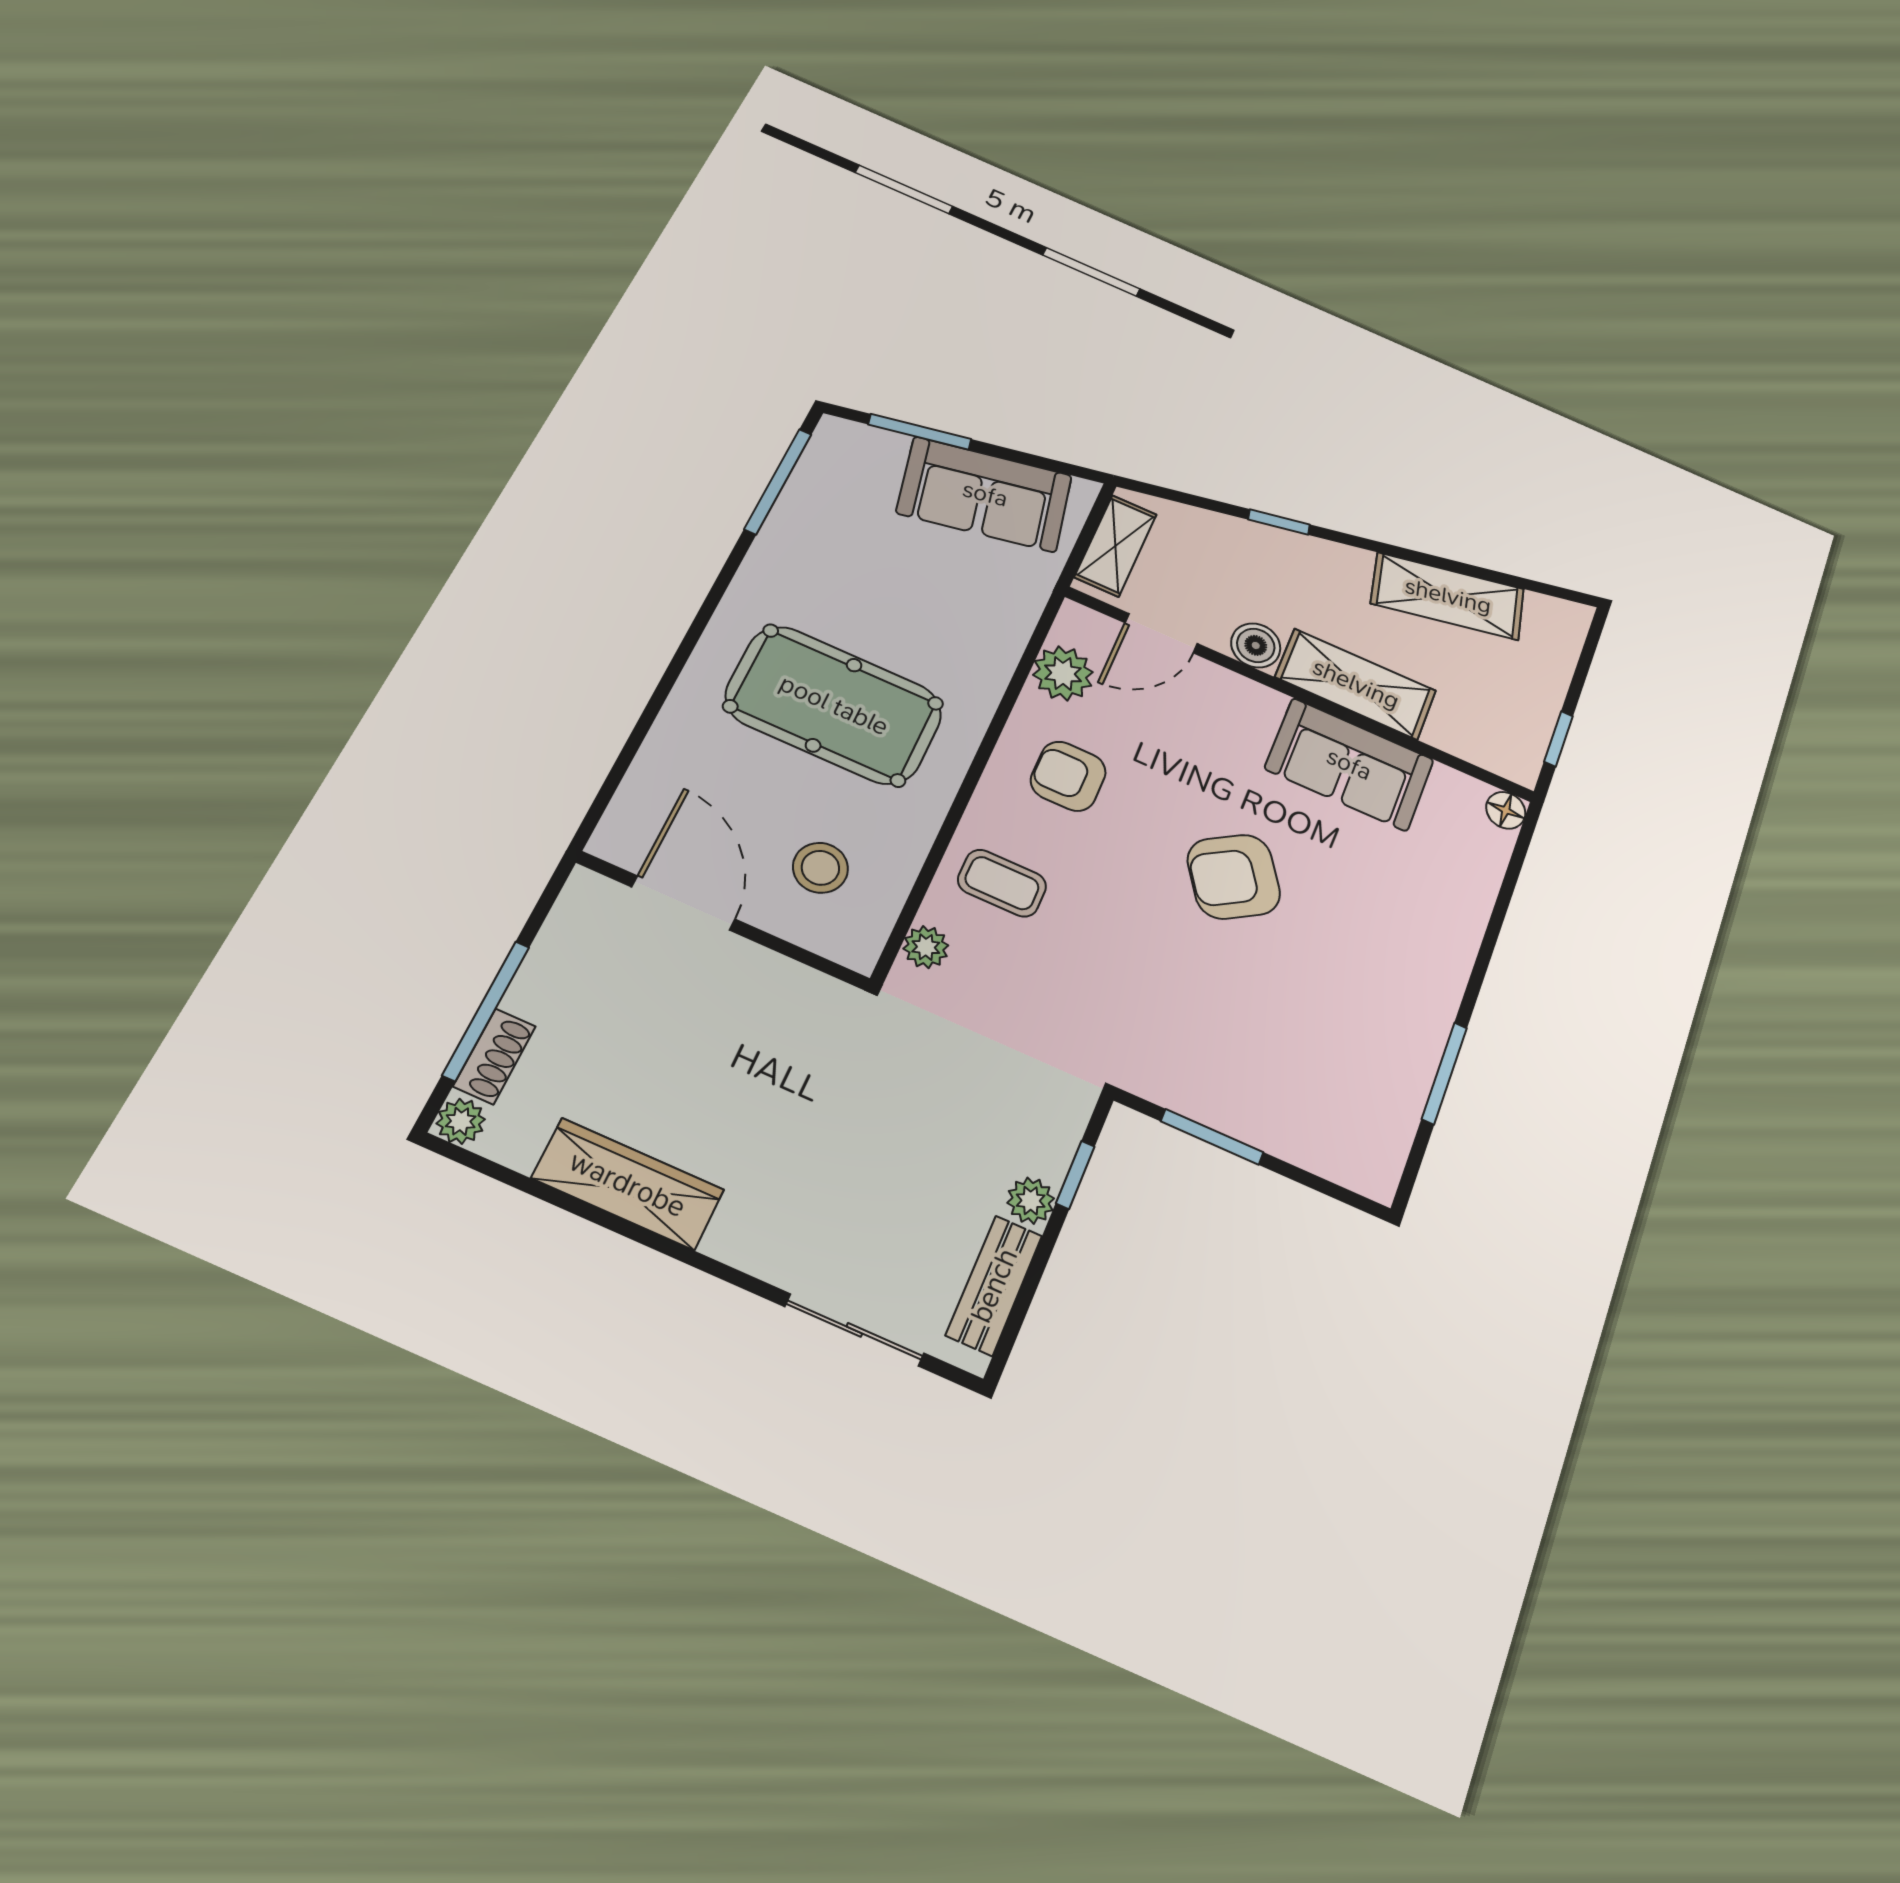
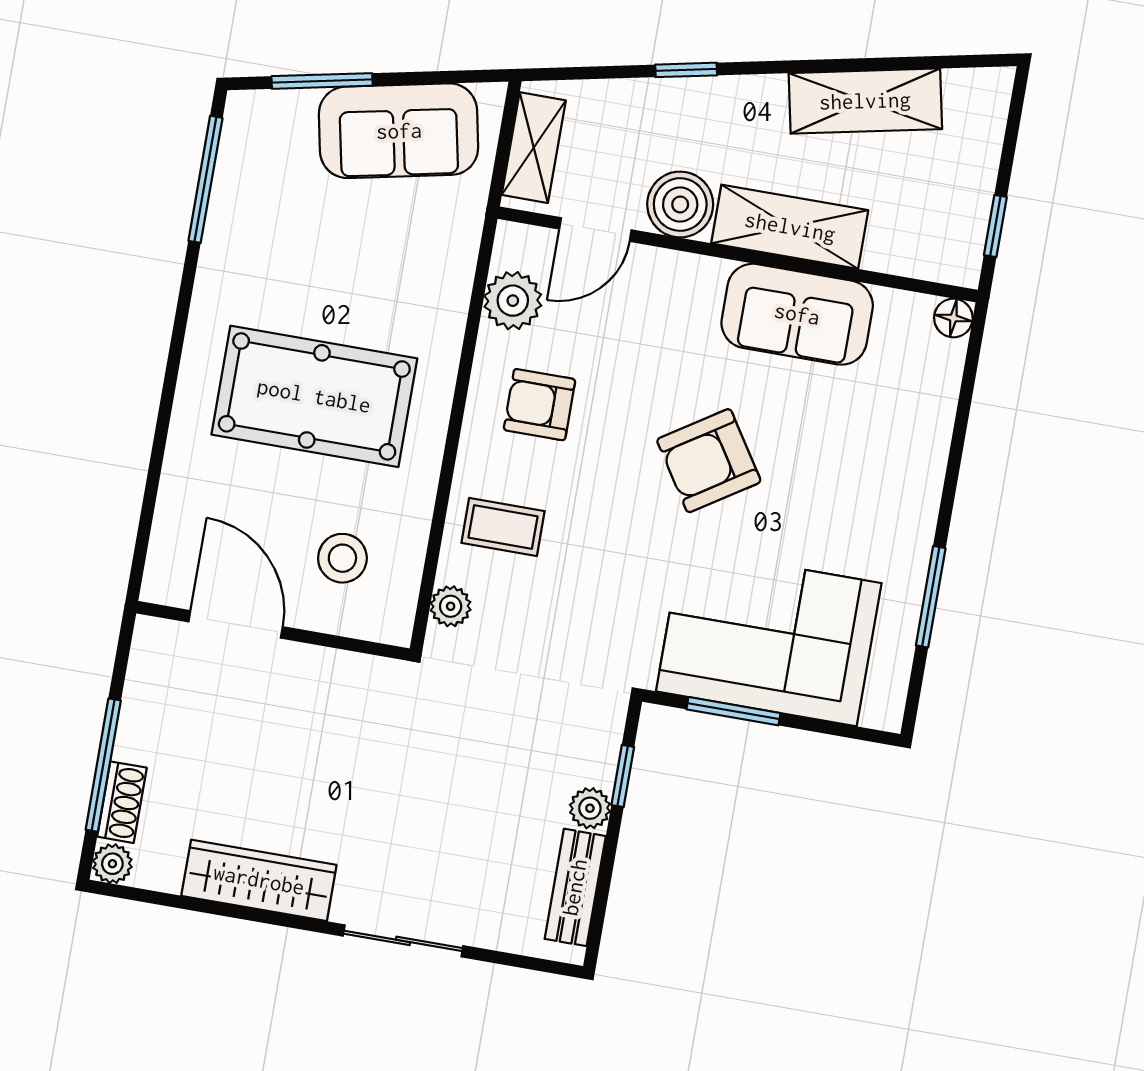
boiler: (1256, 645) -> (680, 204), width x1.36, depth x1.36
corner sofa: (1265, 1069) -> (769, 637), added
sliding door: (854, 1330) -> (403, 941), moved

